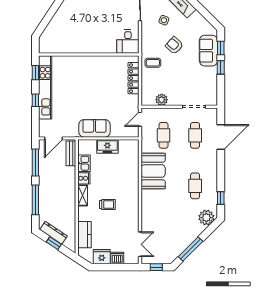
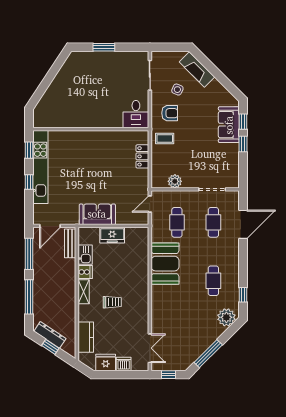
armchair: (174, 45) -> (170, 113), moved, turned 138
locker: (134, 78) -> (142, 156), width x0.66

